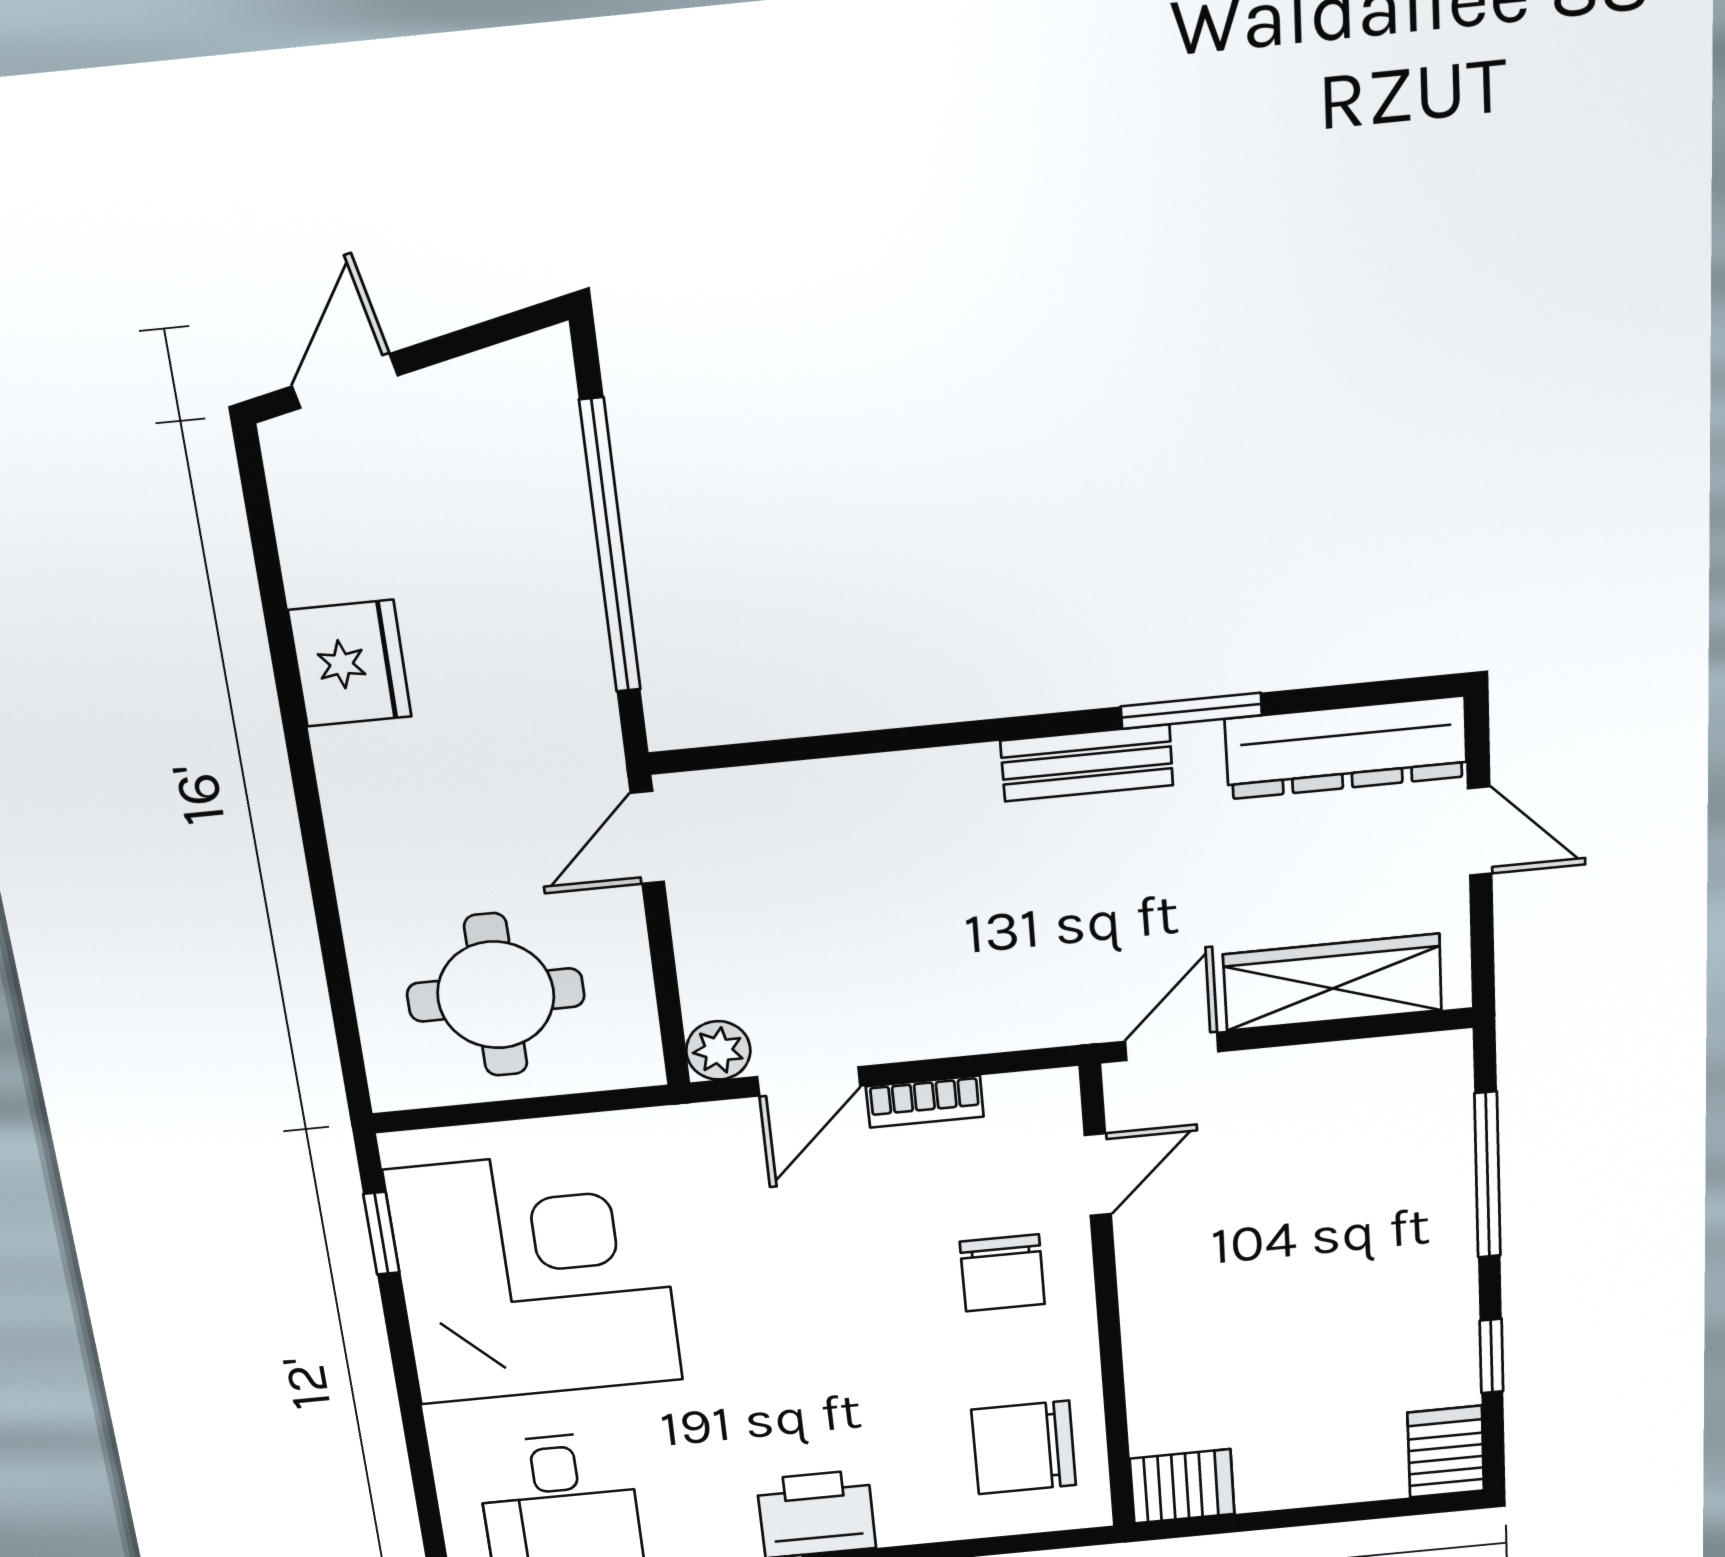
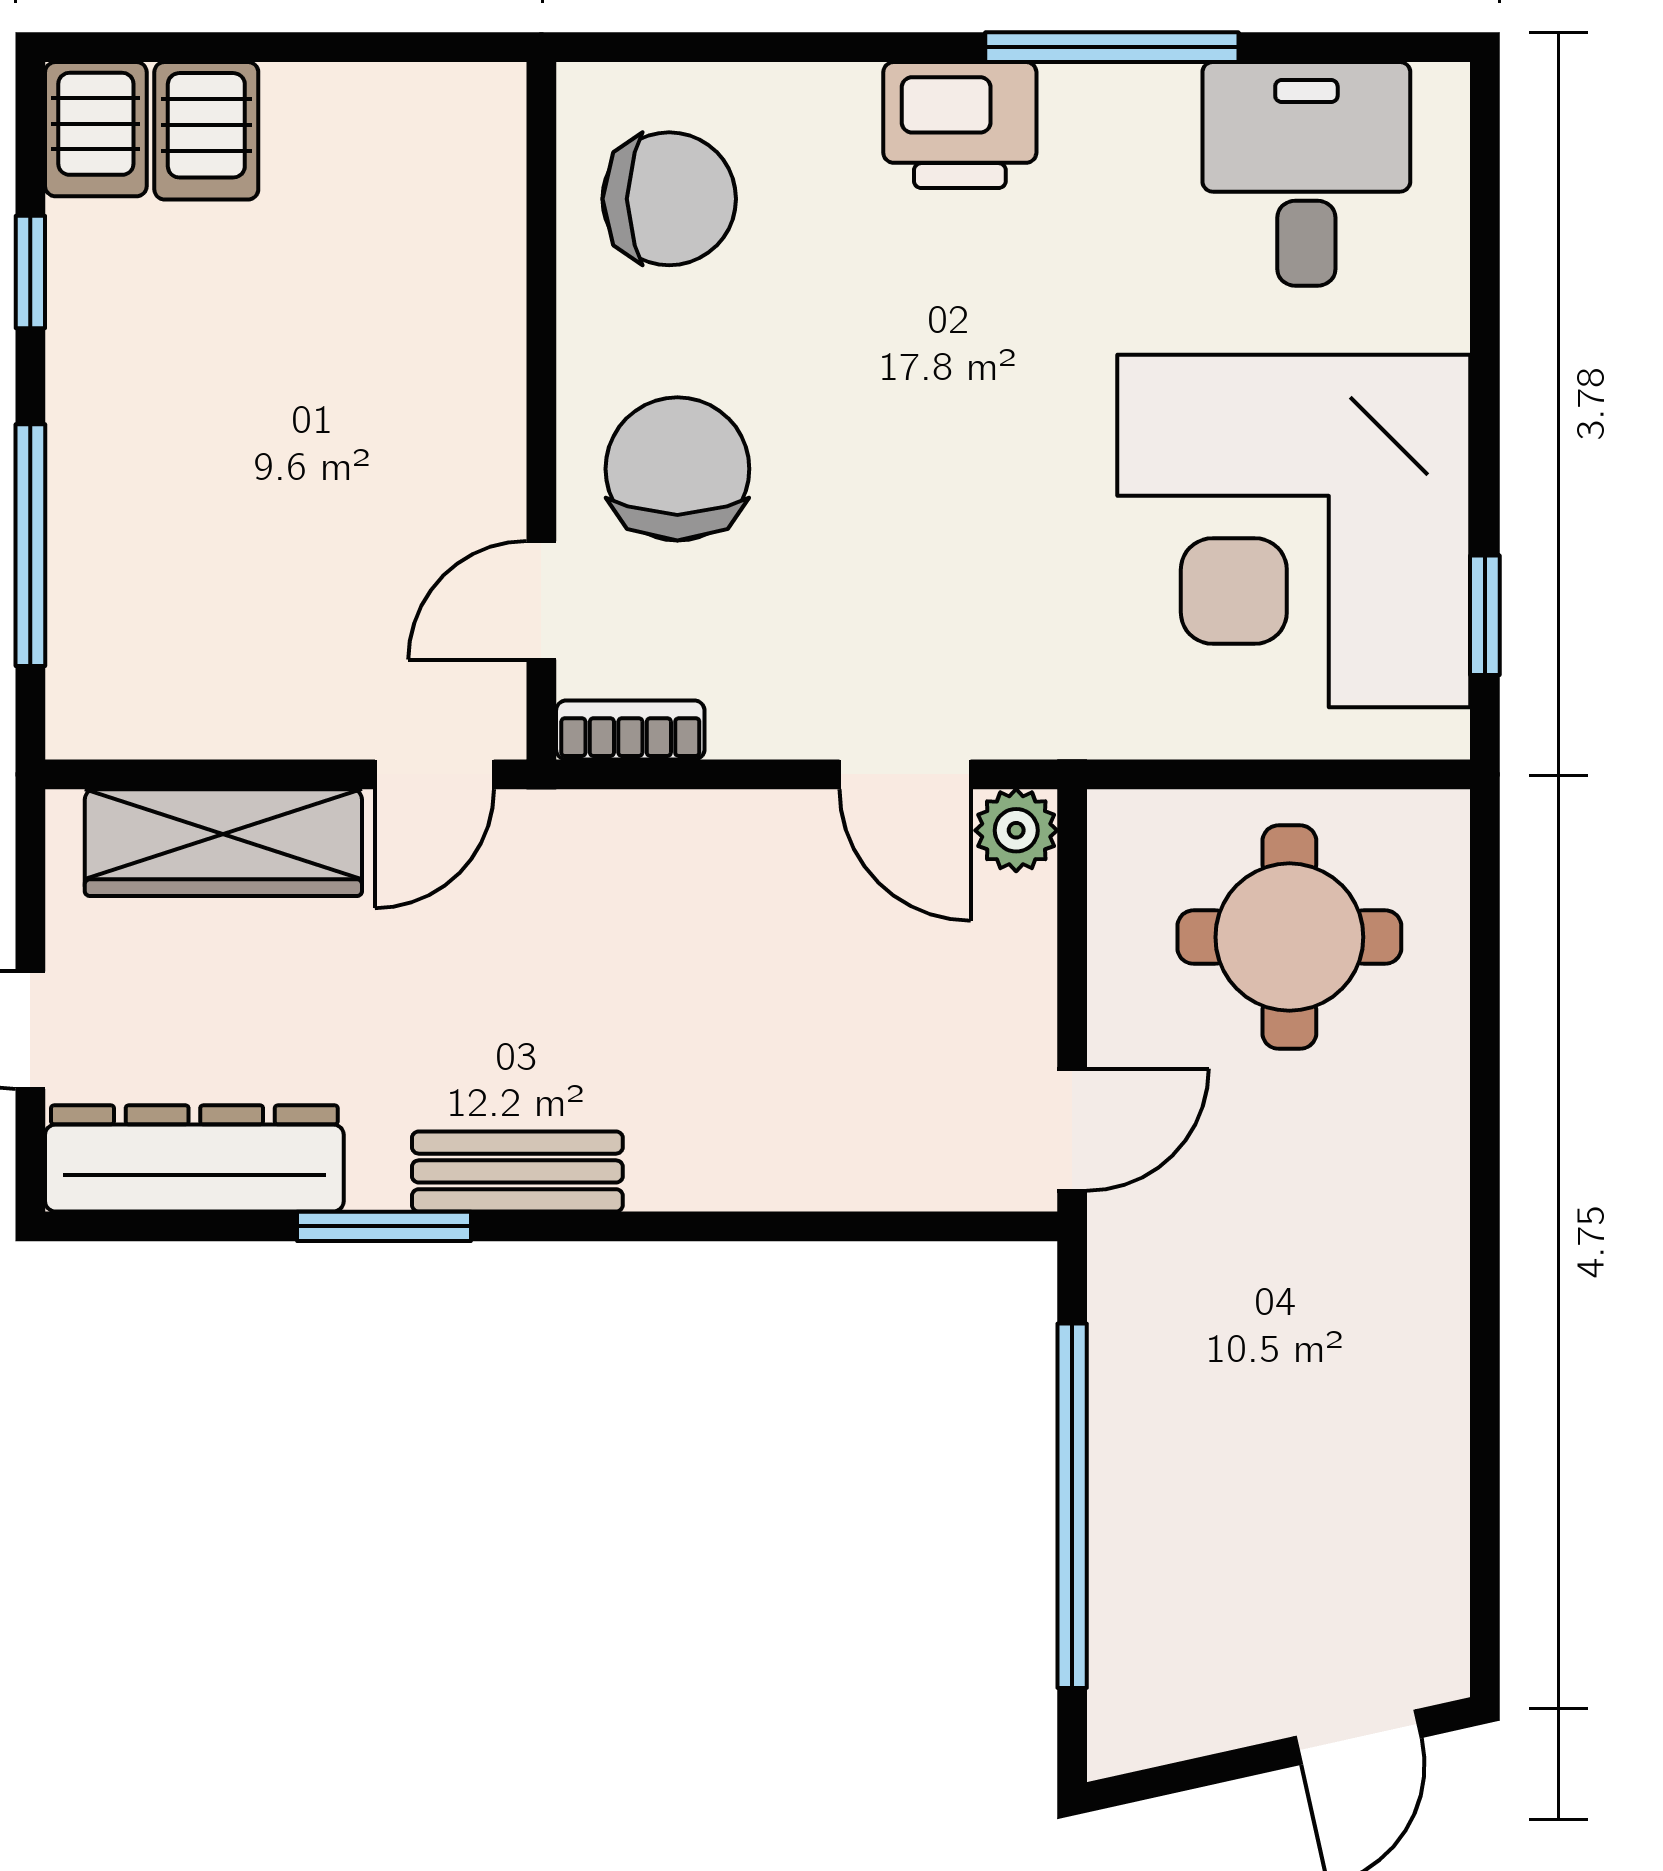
fridge: (350, 663) -> (1406, 1392), removed
door: (809, 1081) -> (905, 774), swing flipped
bookcase: (925, 1102) -> (630, 730), moved
chair: (1002, 1273) -> (677, 469), width x1.37, depth x1.37
server rack: (1182, 1486) -> (206, 131), moved, turned -90

